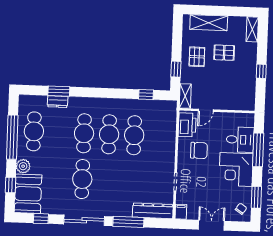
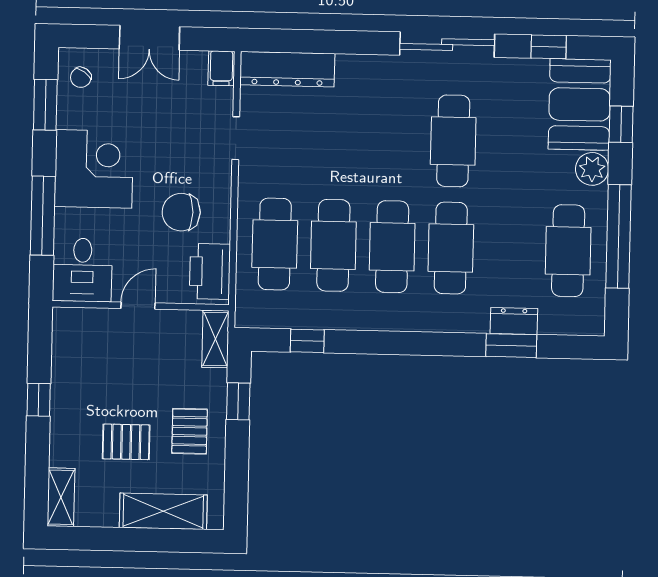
door: (206, 110) -> (138, 306), moved
cafe table: (159, 136) -> (275, 244), added
desk: (240, 140) -> (82, 270), moved, turned -90
window: (128, 222) -> (344, 42), removed

